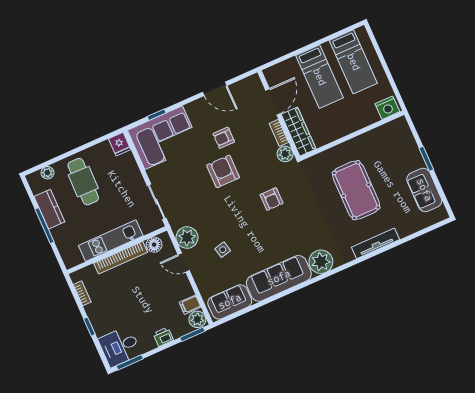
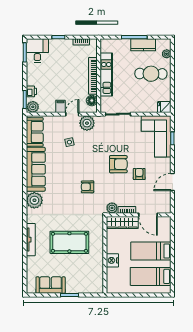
nightstand: (387, 108) -> (112, 260), moved
filing cabinet: (190, 305) -> (60, 106), moved
printer: (163, 337) -> (31, 91), moved

